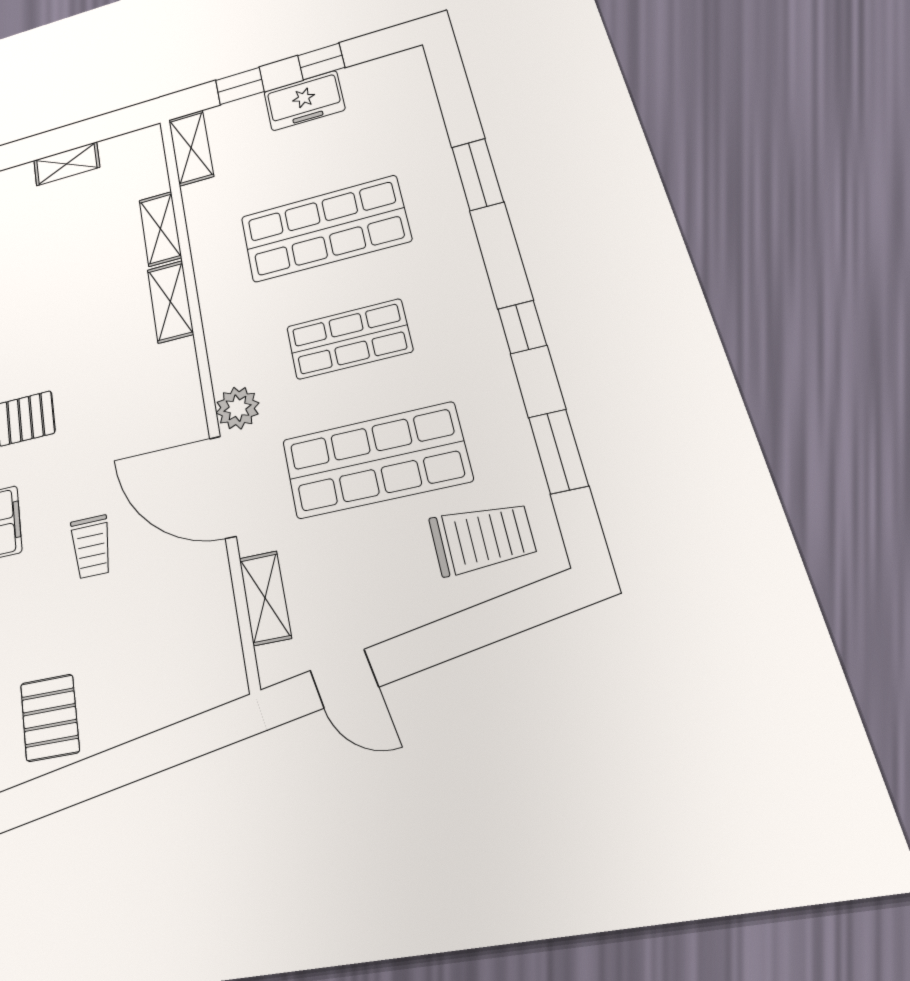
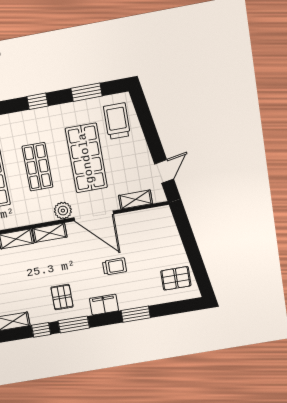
shelving: (182, 379) -> (50, 233), added
door: (223, 487) -> (94, 216), hinge flipped

